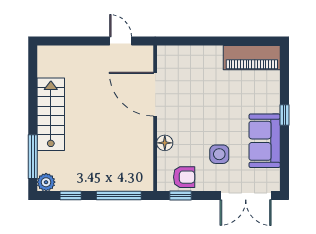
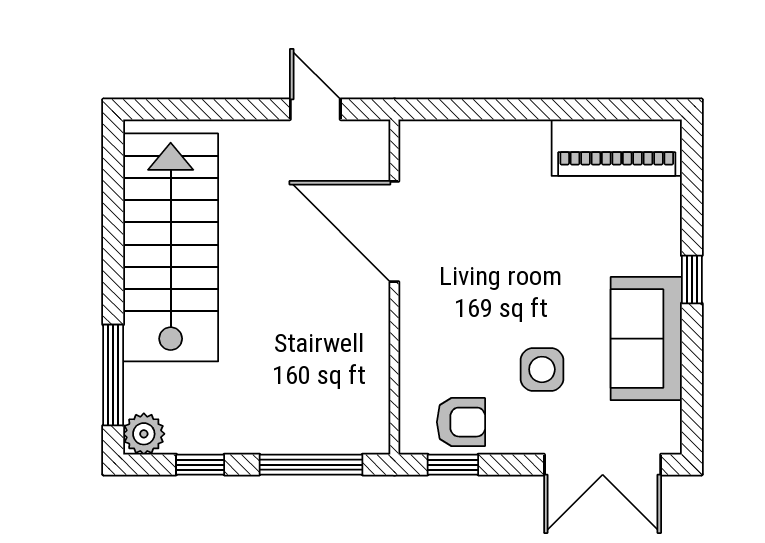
stairs: (51, 114) -> (171, 247), width x1.36, depth x1.51
floor lamp: (165, 143) -> (417, 343), removed

